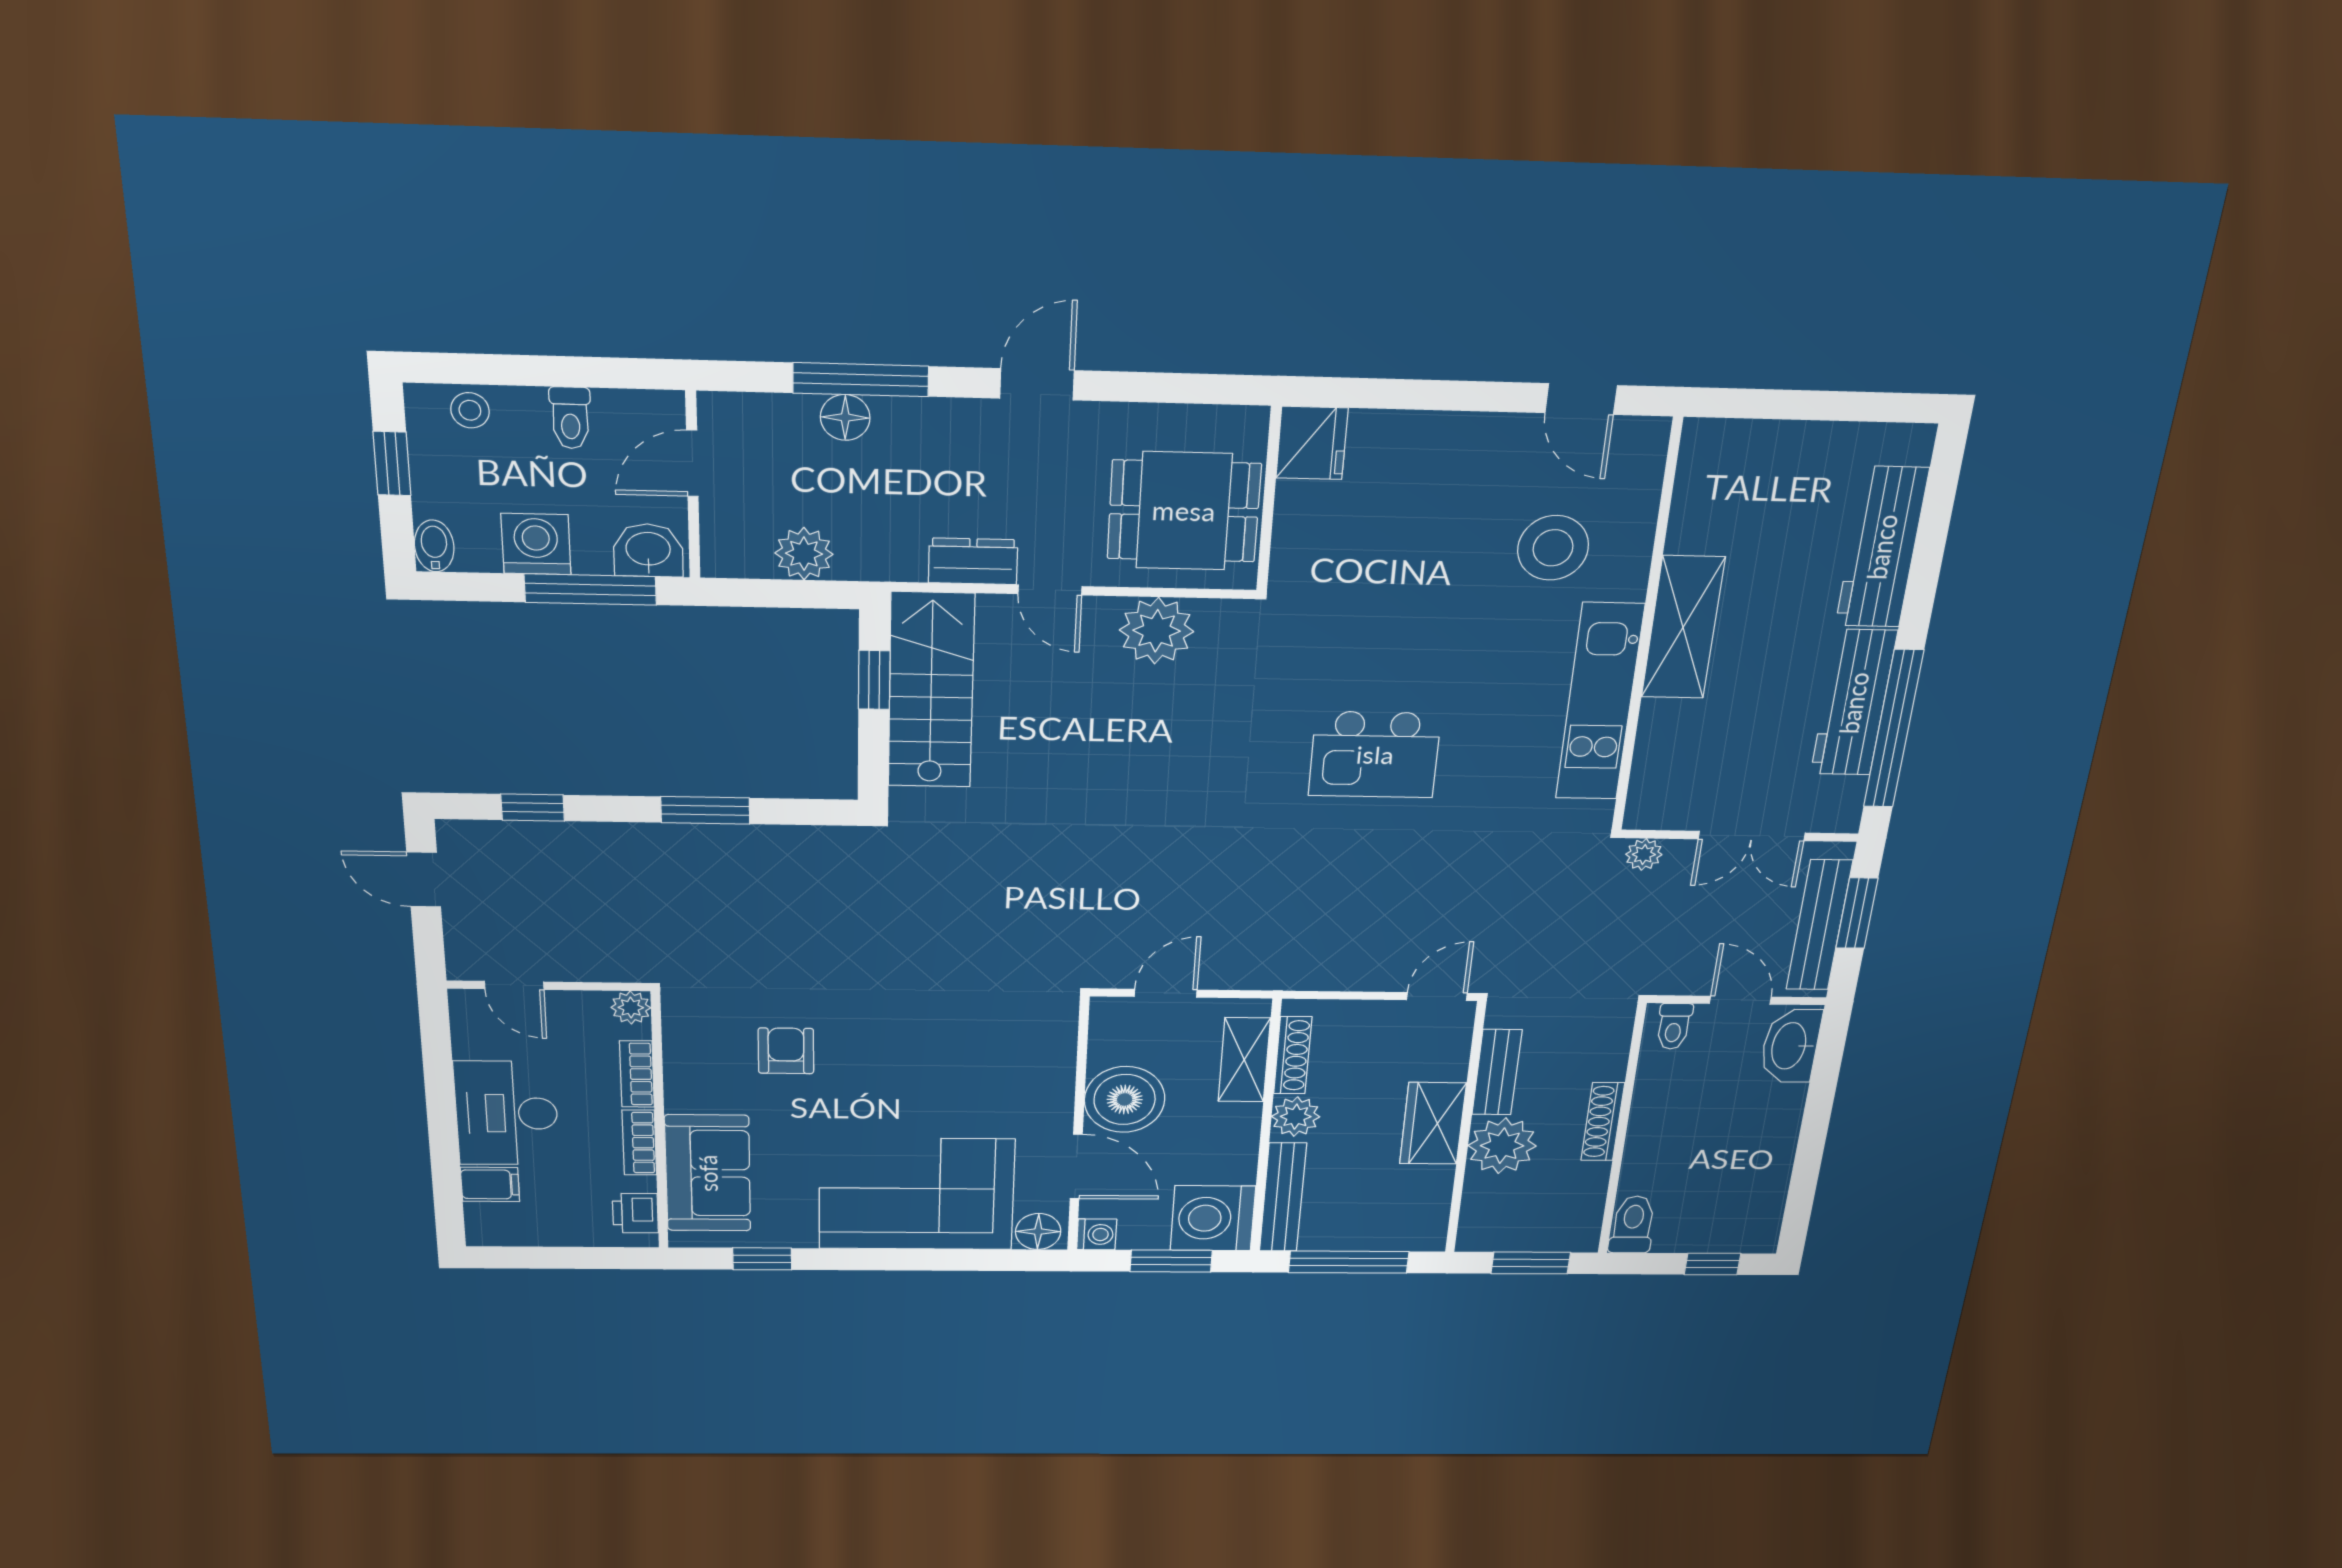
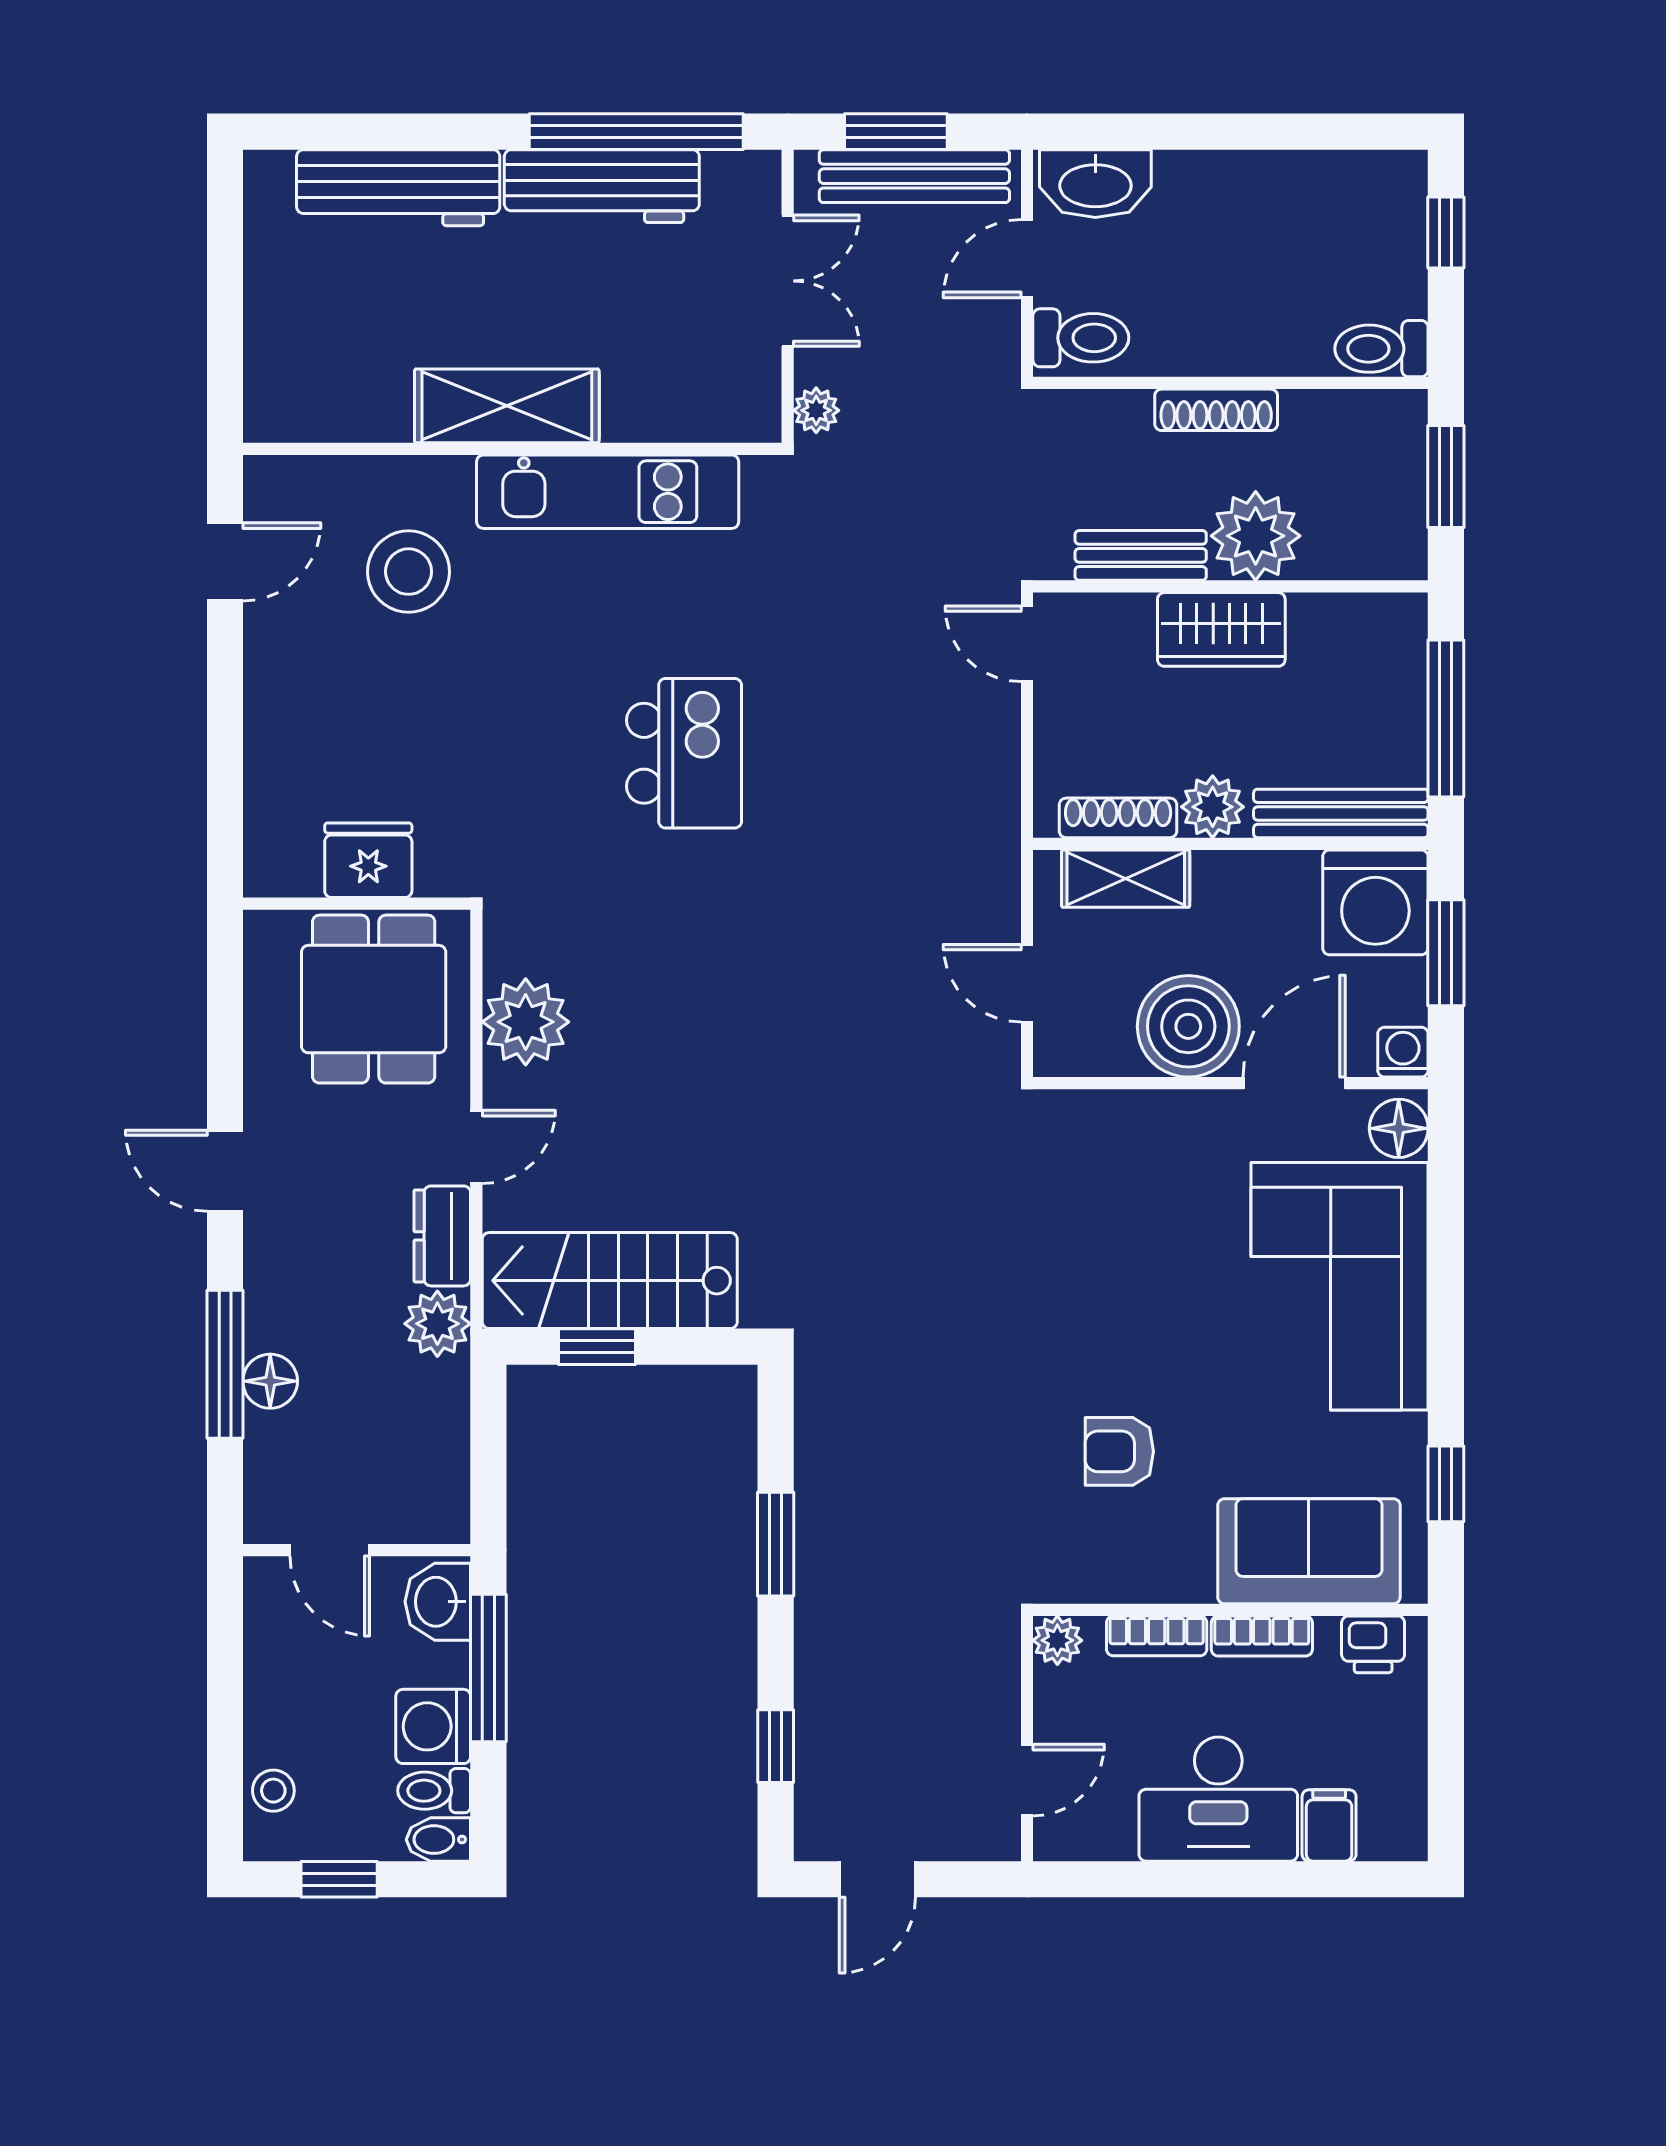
toilet: (570, 418) -> (434, 1791), moved, turned 180
fridge: (1312, 443) -> (368, 860), moved
plant: (804, 554) -> (437, 1324), moved
toilet: (1674, 1026) -> (1081, 338), width x1.37, depth x1.39

